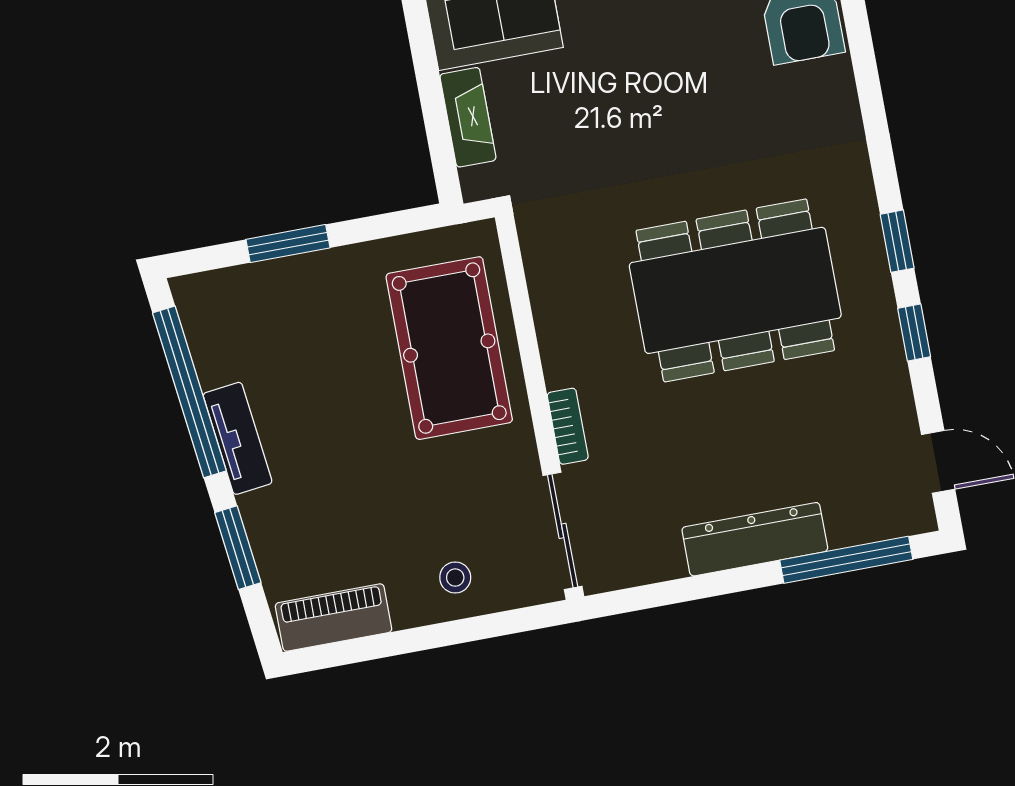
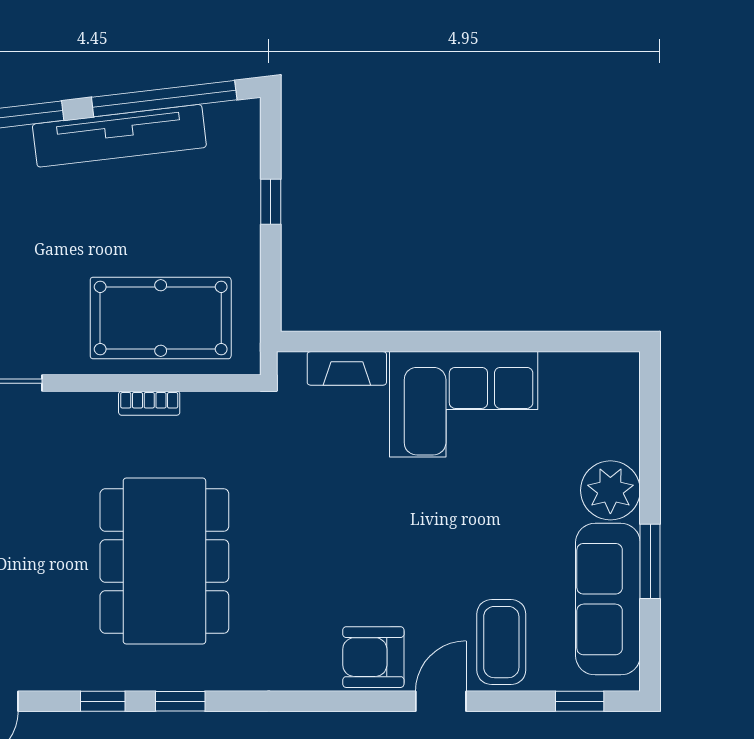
window: (288, 244) -> (271, 202), width x0.67
bookcase: (568, 426) -> (149, 403), moved
tv unit: (238, 438) -> (119, 136), width x1.92, depth x1.29

